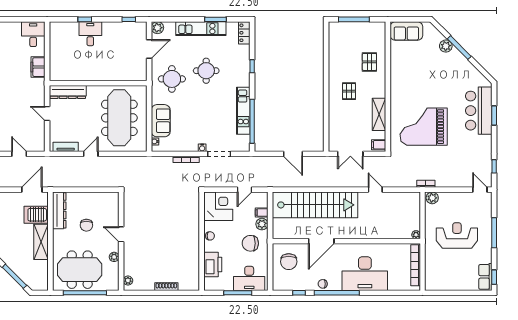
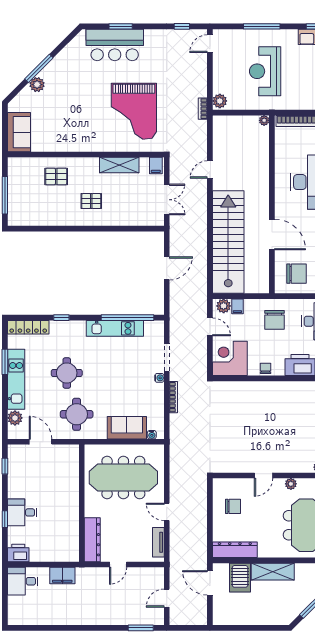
plant: (157, 28) -> (15, 418), moved
printer: (57, 30) -> (18, 553), added
locker: (244, 33) -> (28, 327), width x1.53
plant: (262, 224) -> (224, 306), moved
chair: (86, 225) -> (233, 506), moved

